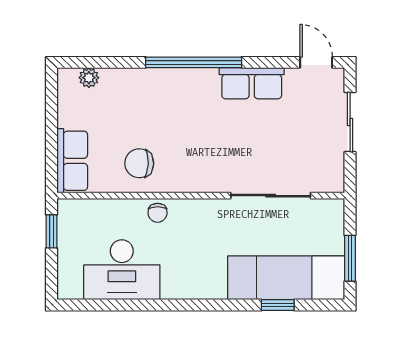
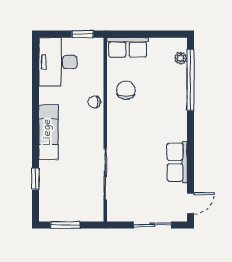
window: (194, 62) -> (190, 80), moved
desk: (122, 270) -> (58, 62), moved
exam couch: (286, 278) -> (48, 132), moved, width x0.73, depth x0.69

